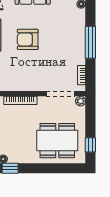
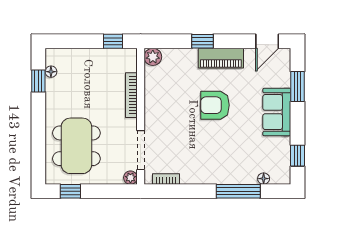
armchair: (28, 39) -> (215, 105), turned -90
window: (90, 42) -> (238, 191), moved

